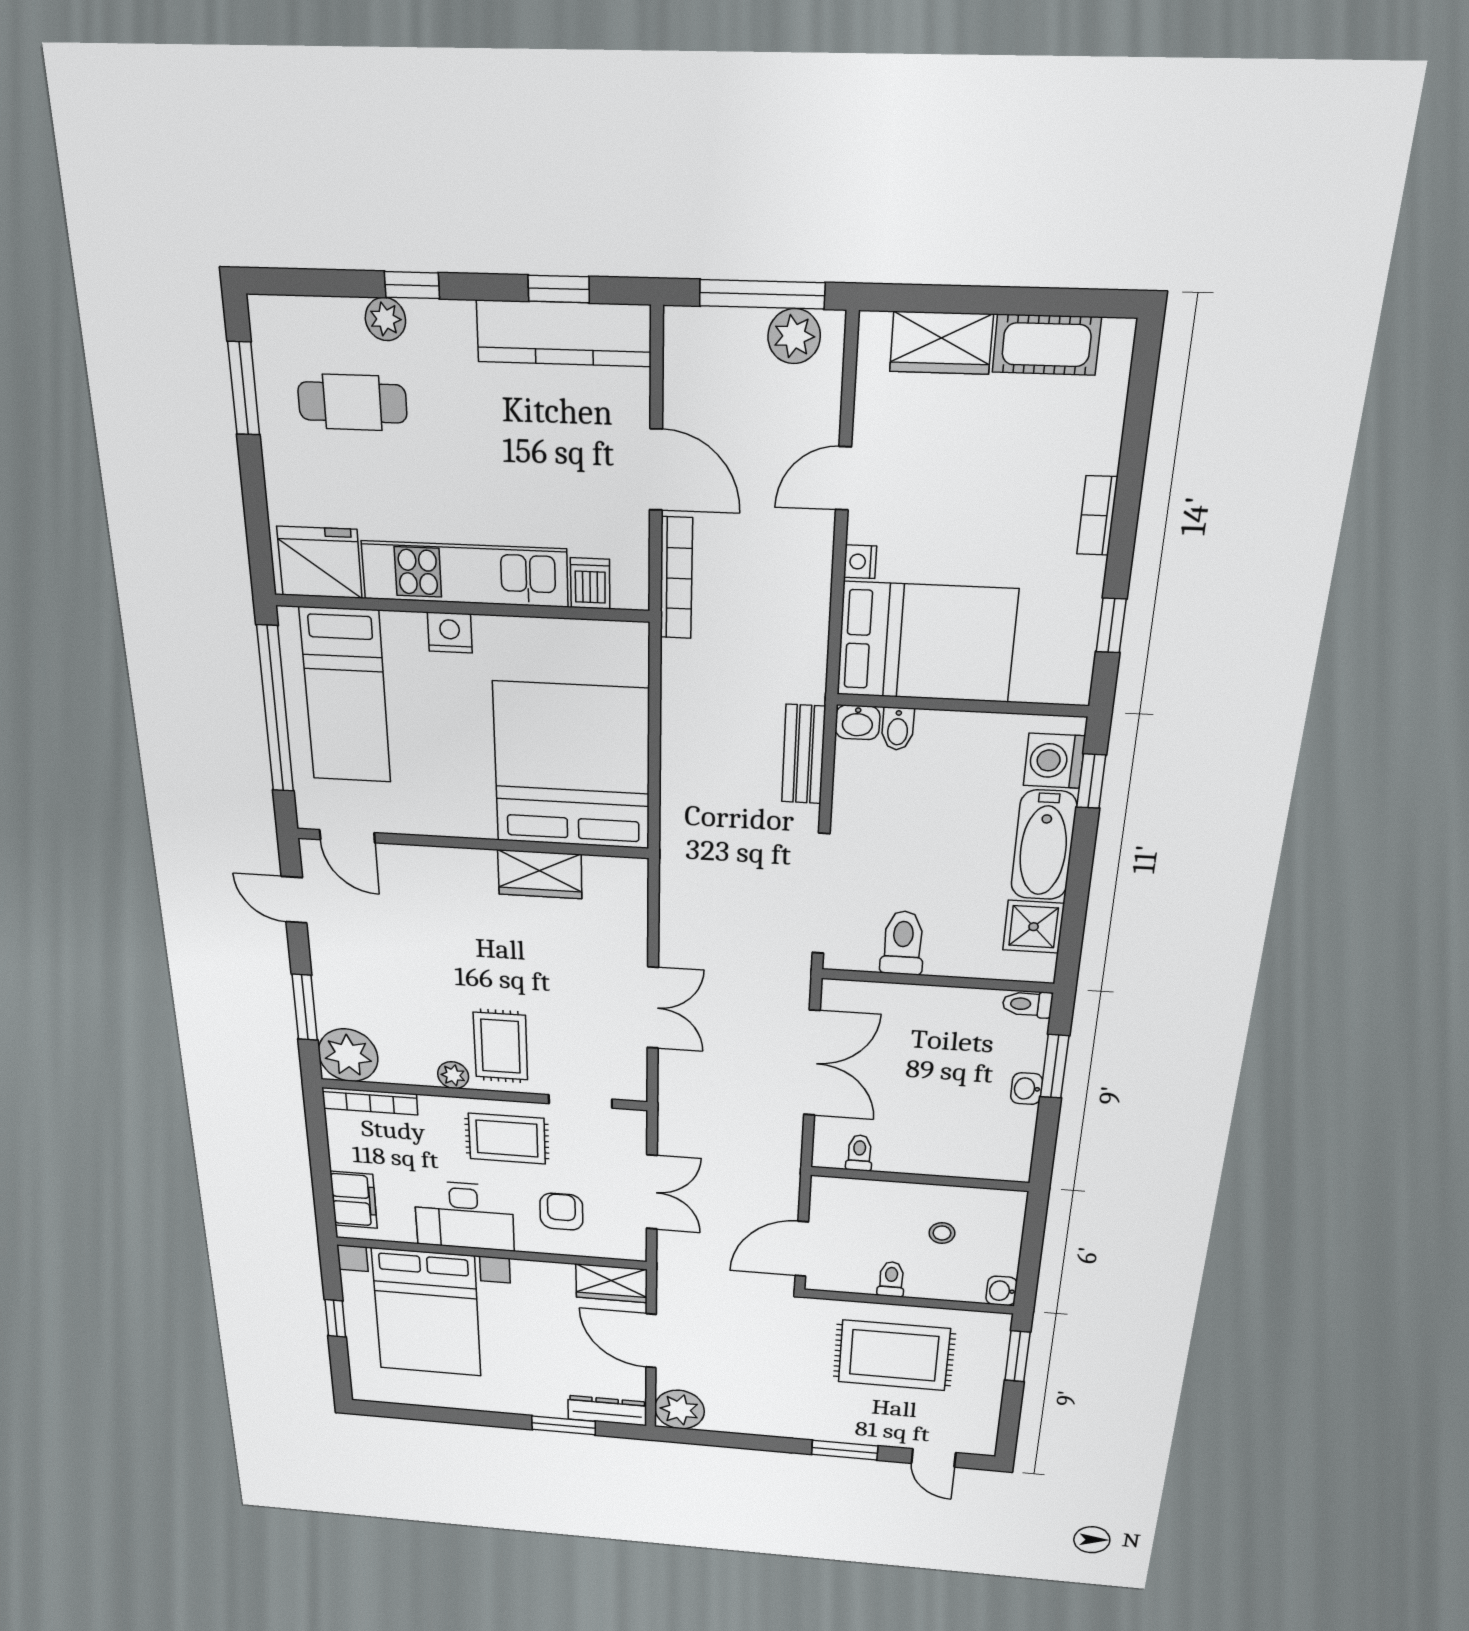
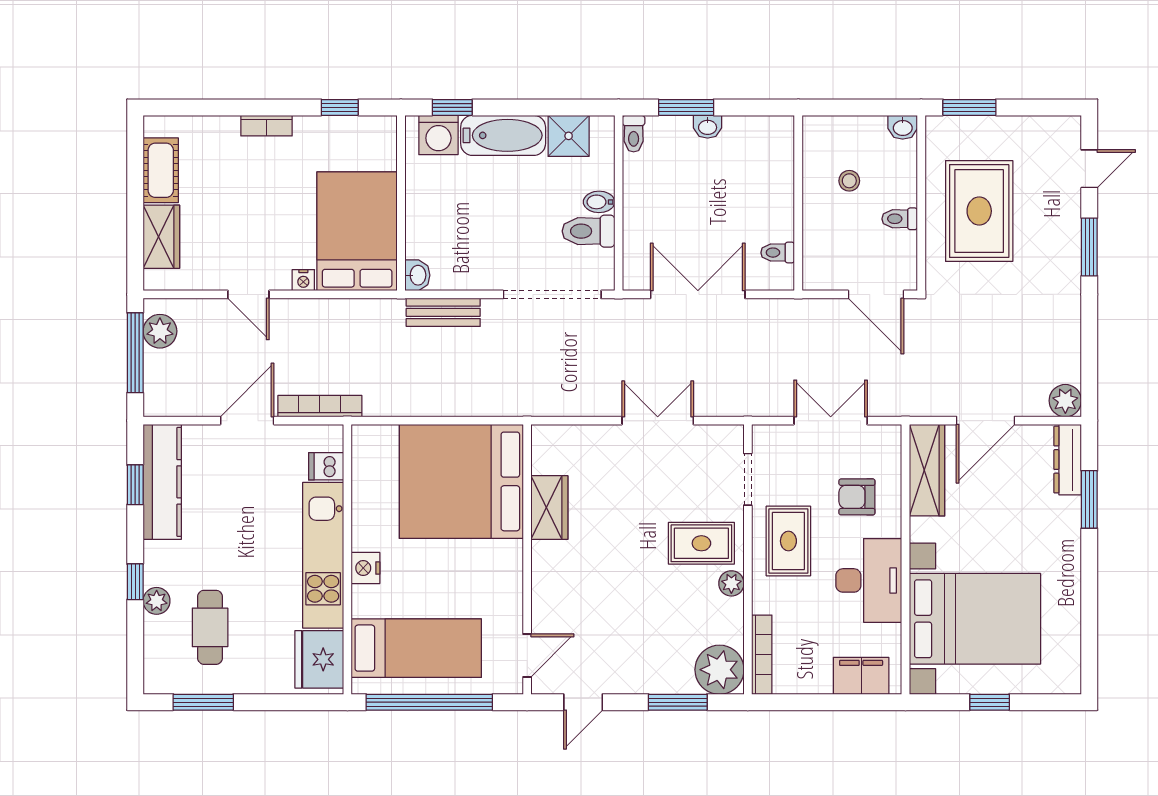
bidet: (898, 729) -> (599, 202), moved, turned 180
wardrobe: (612, 1283) -> (927, 470), width x1.50
plant: (679, 1410) -> (1065, 401), width x0.73, depth x0.73

